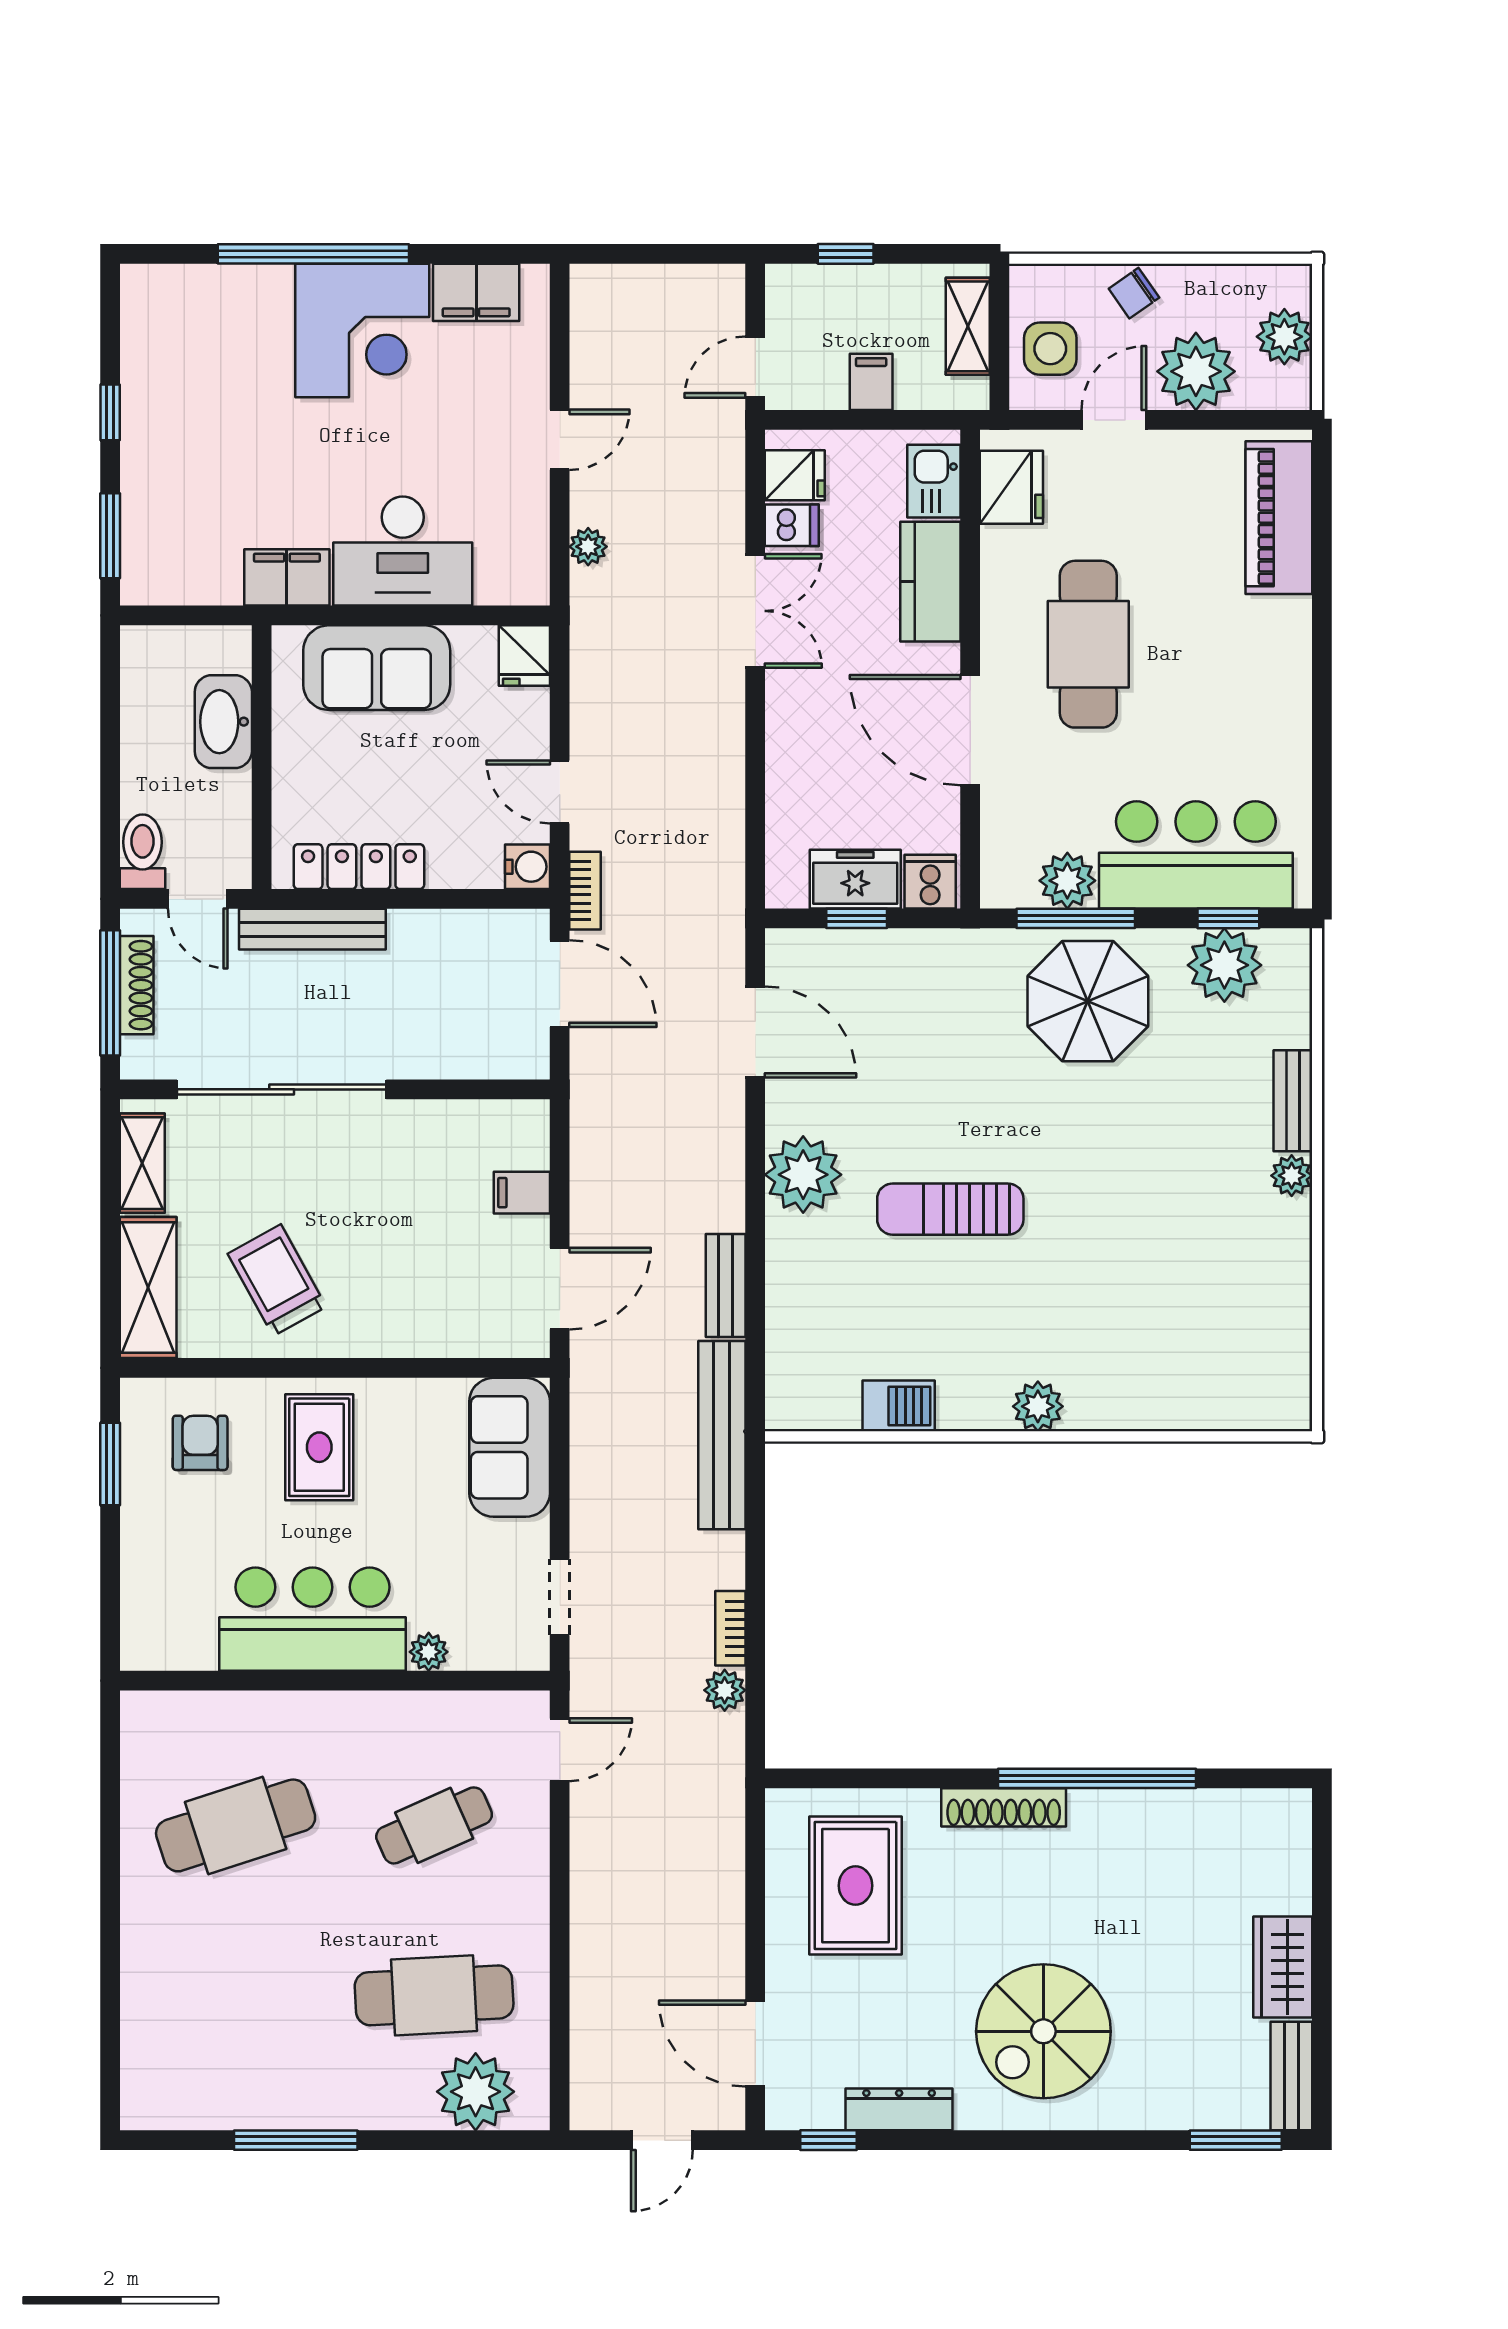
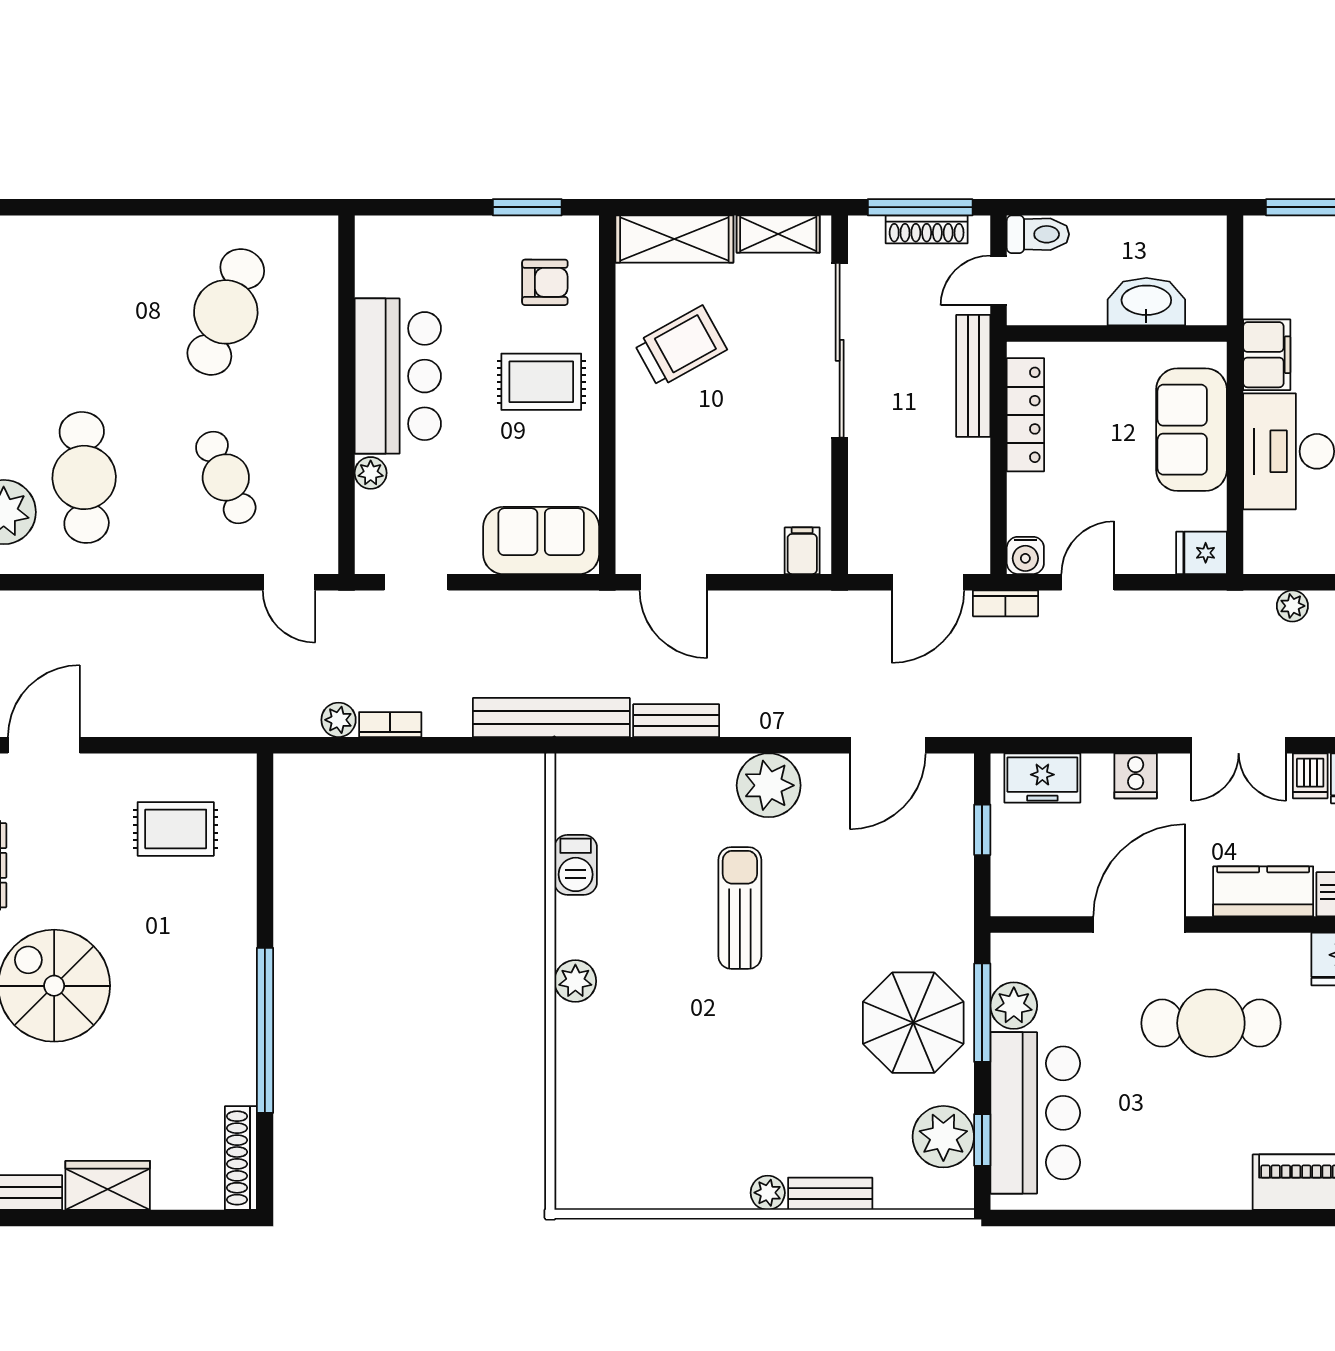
freezer: (855, 879) -> (1042, 778), moved, turned 90
cooker: (930, 882) -> (1136, 776), moved, turned 90
filing cabinet: (522, 1193) -> (802, 551), moved
shoe rack: (1004, 1807) -> (241, 1158), moved
cafe table: (236, 1825) -> (226, 312), turned 39
rug: (855, 1886) -> (176, 829), width x0.73, depth x0.70

